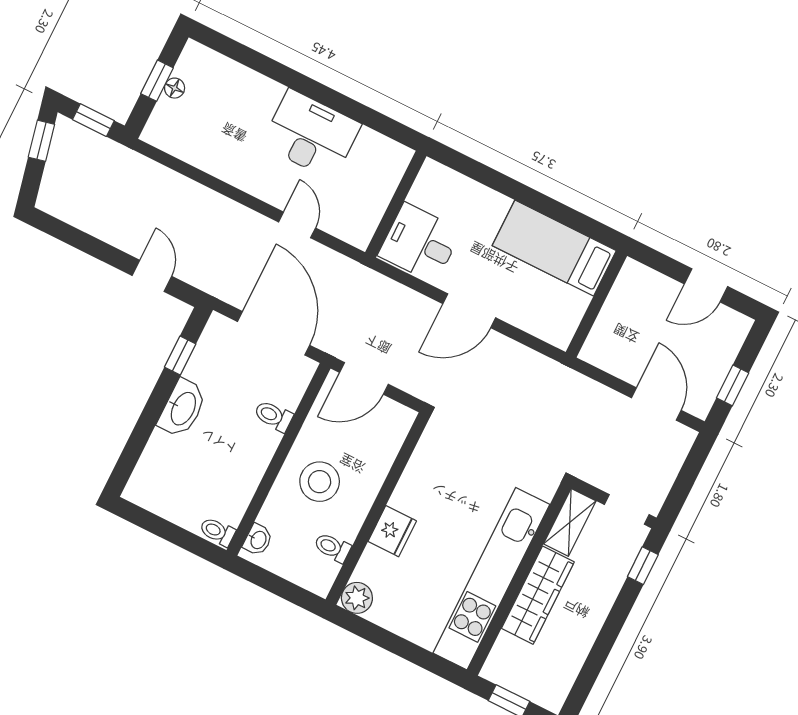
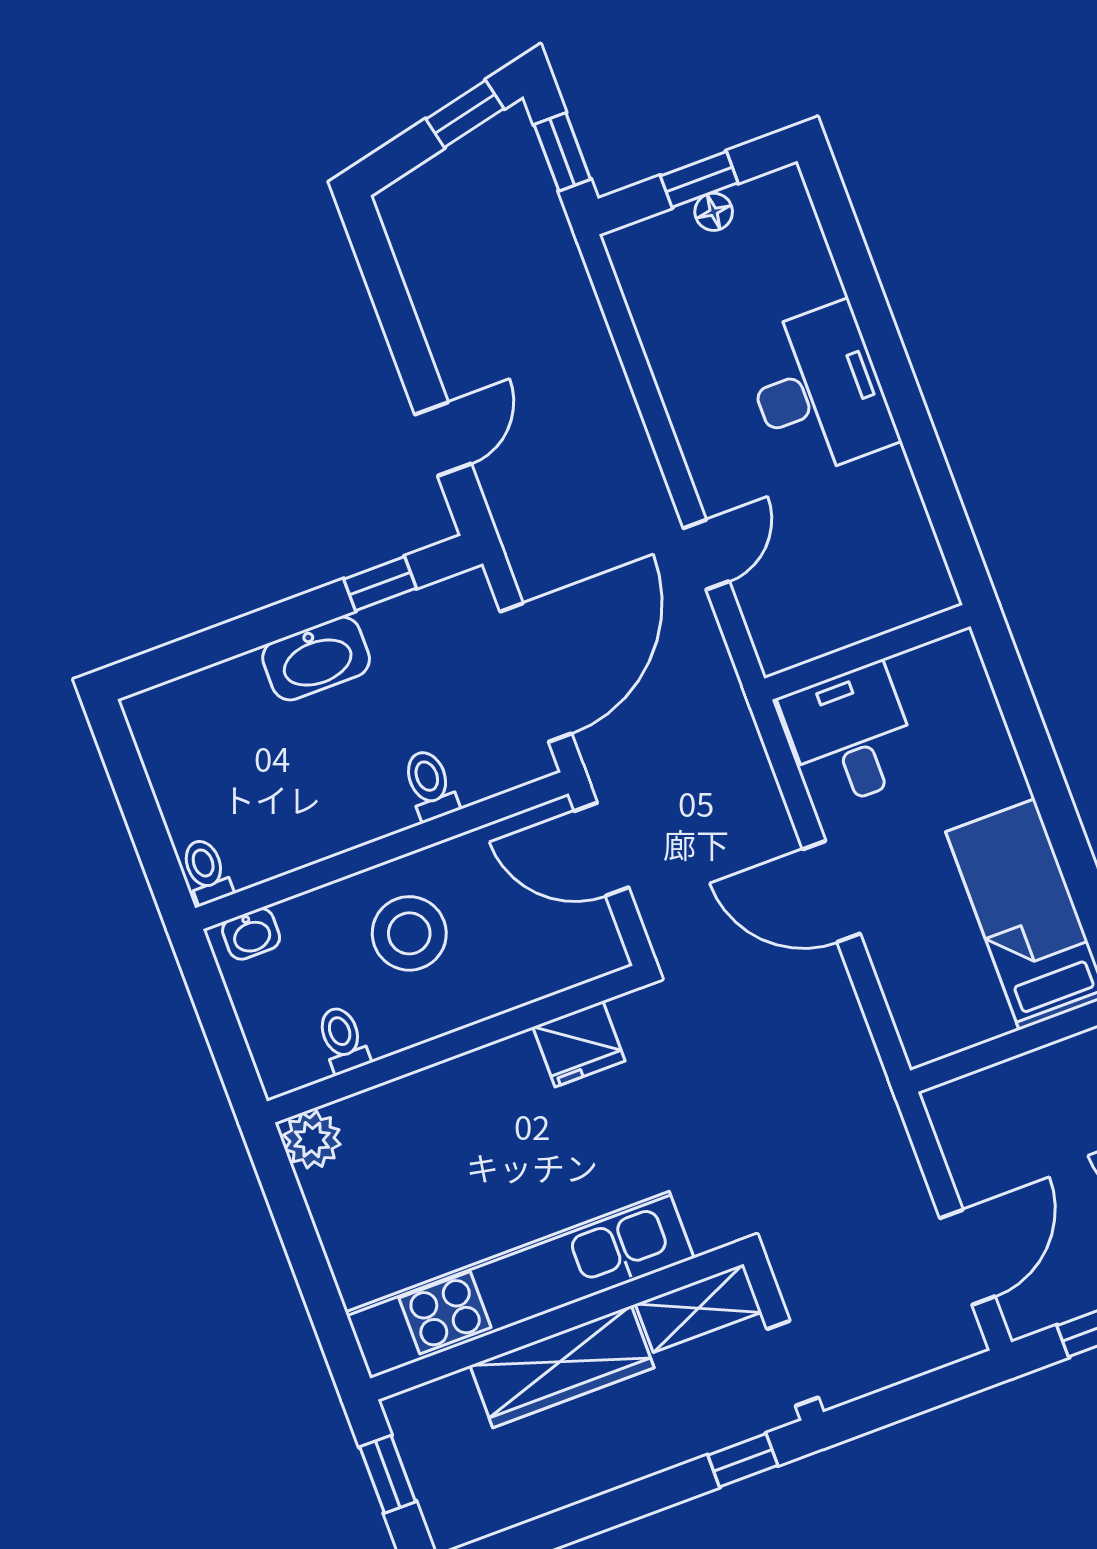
desk: (311, 135) -> (819, 390), moved
fridge: (392, 531) -> (579, 1044), moved

